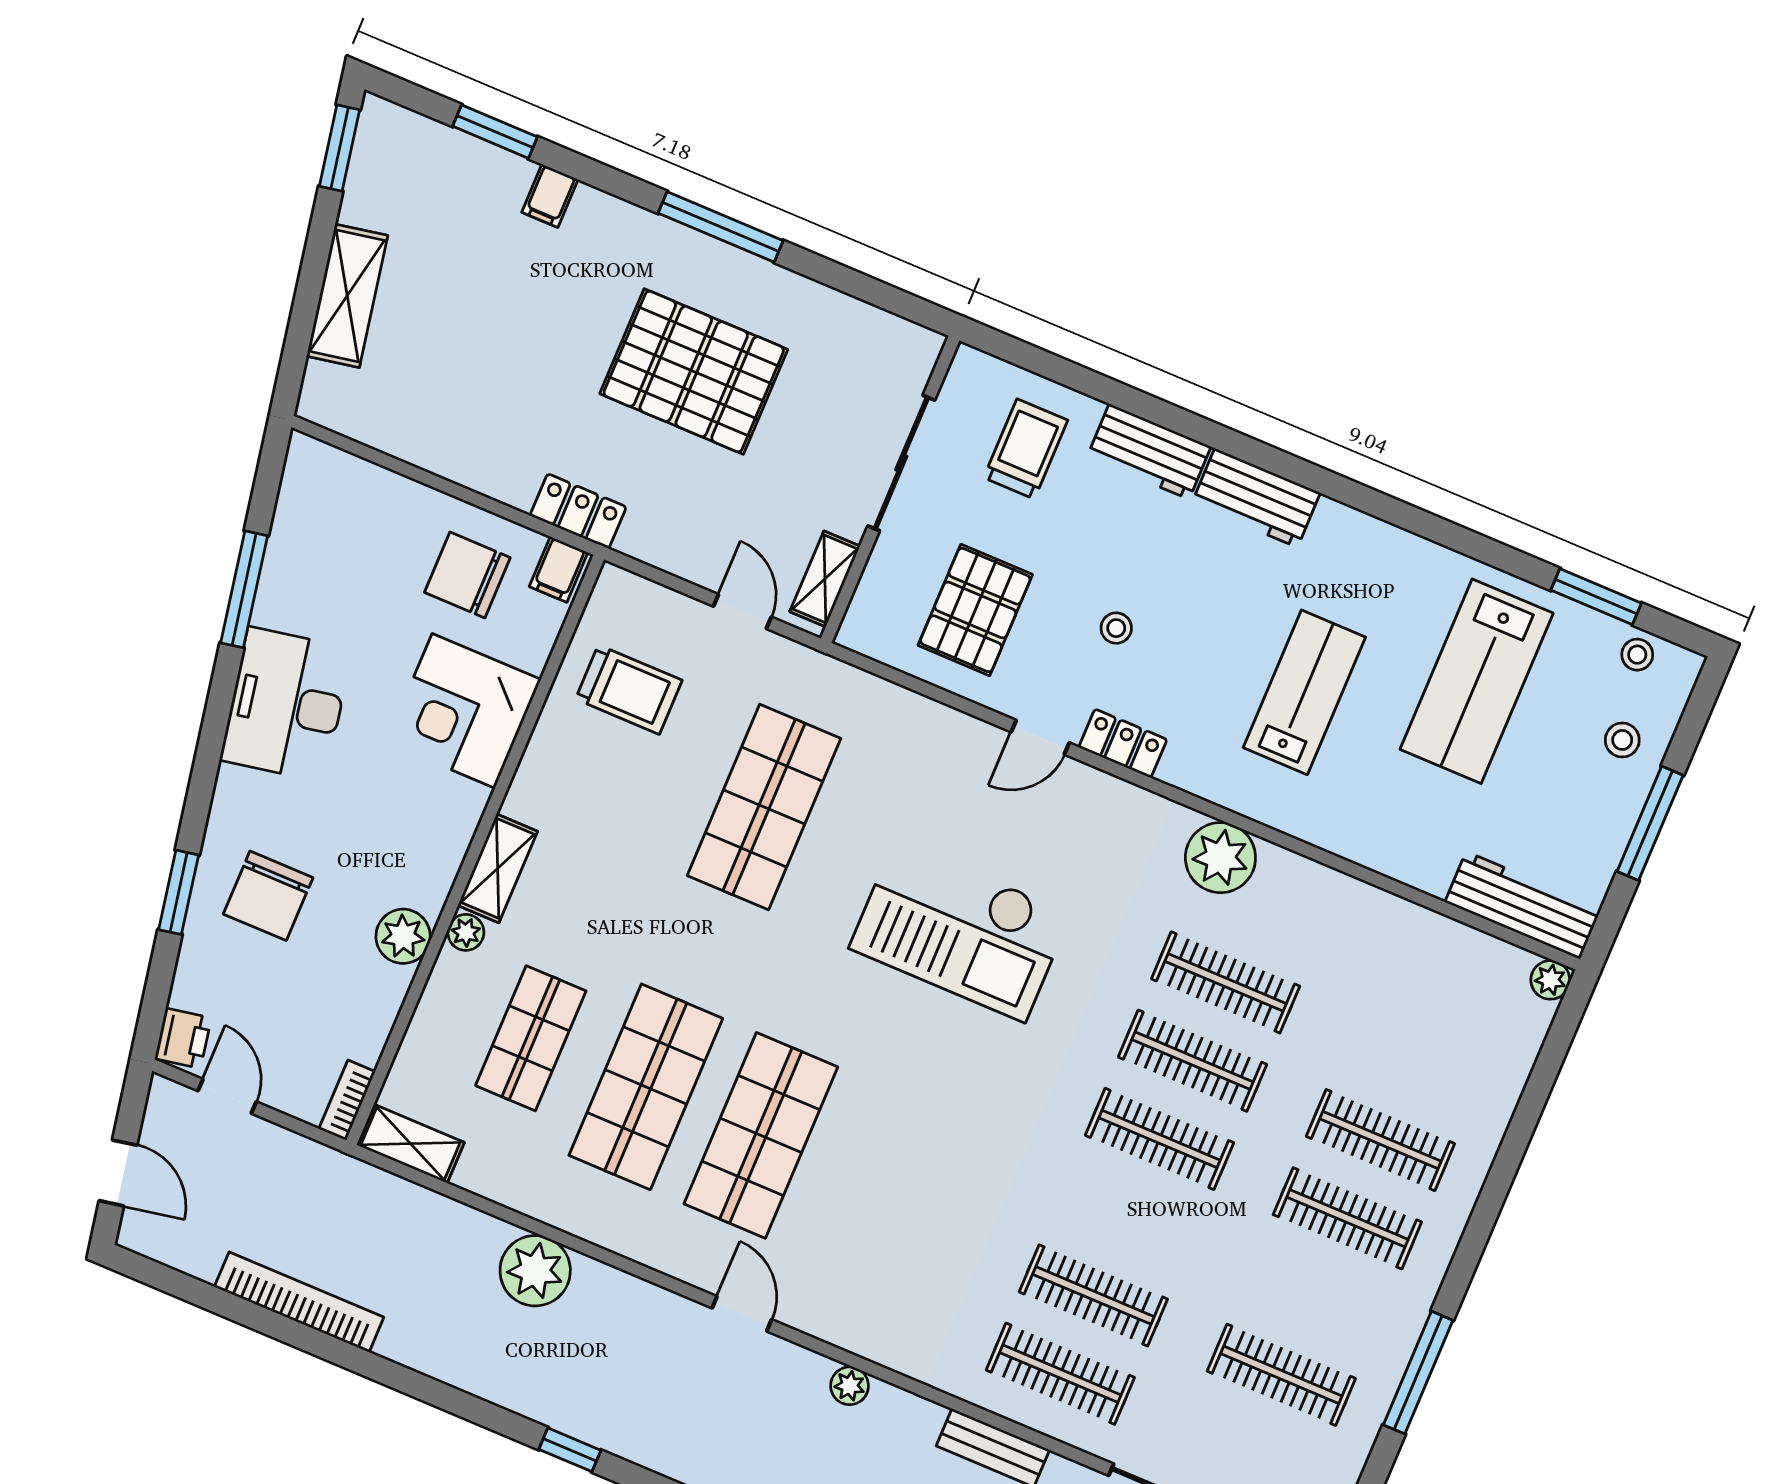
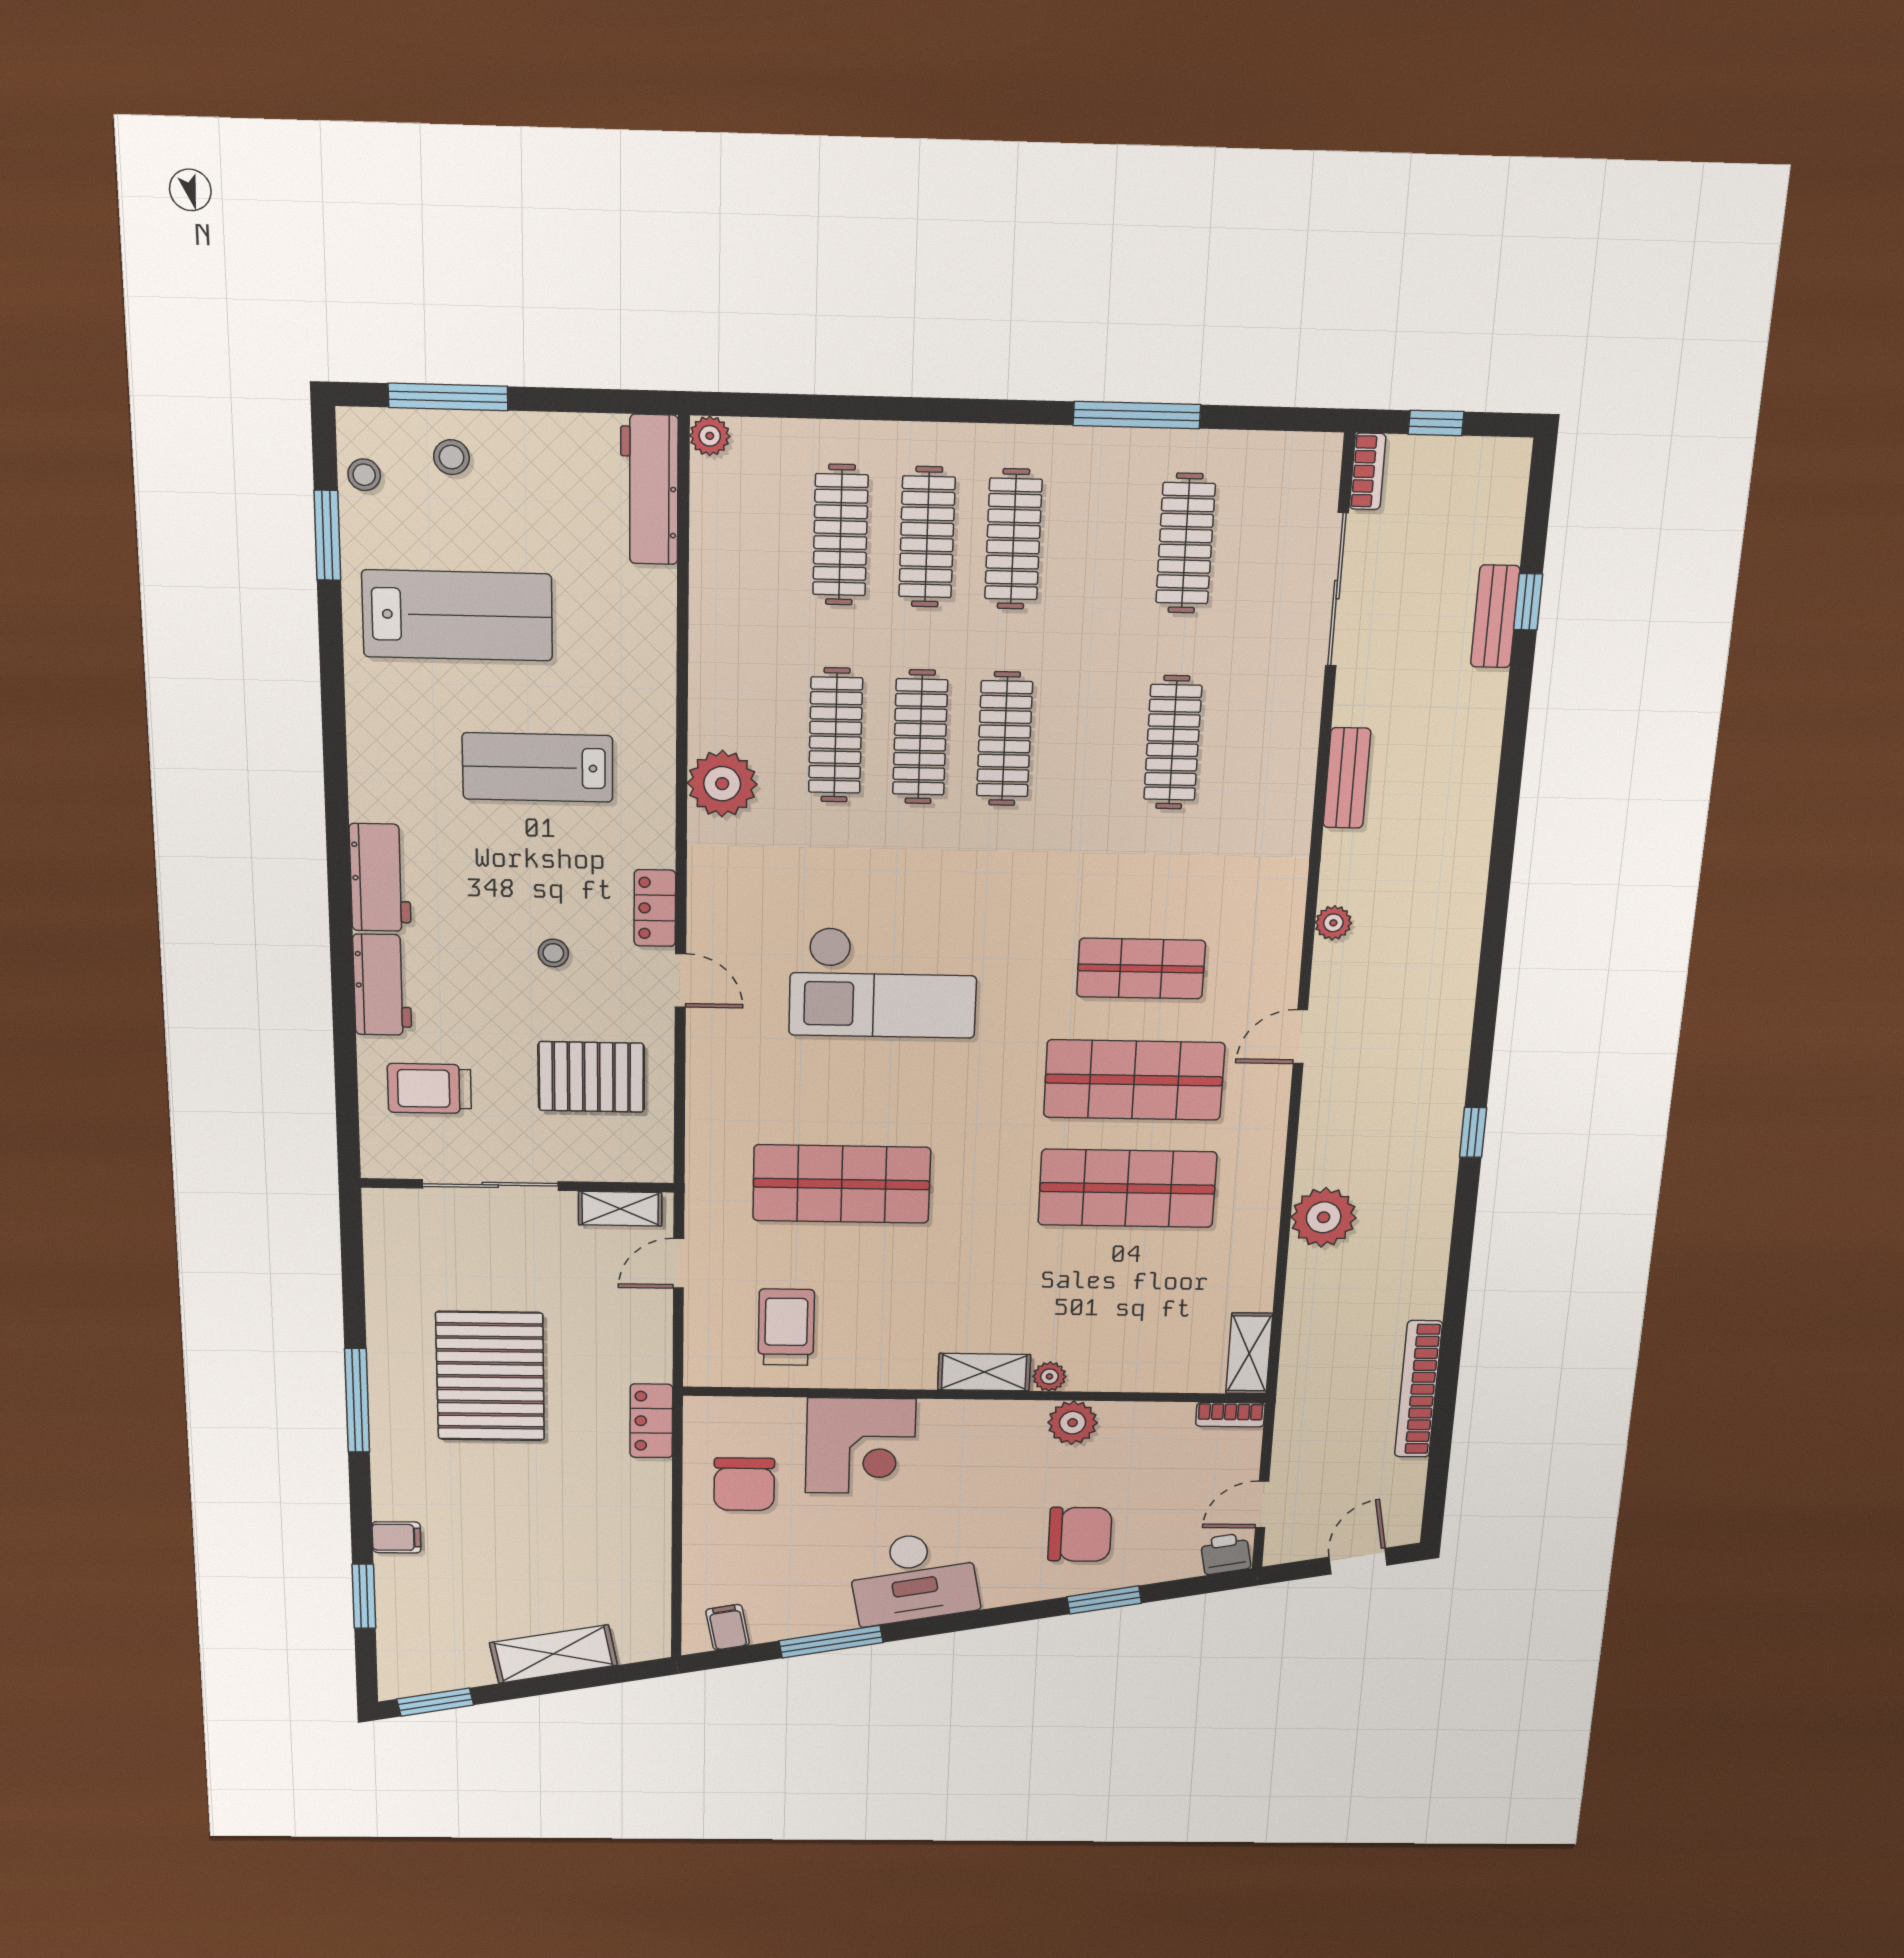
filing cabinet: (559, 569) -> (728, 1627), moved, turned -101
window: (1650, 823) -> (448, 397), moved
checkout: (960, 931) -> (883, 983), turned 90
shop shelf: (531, 1038) -> (1141, 969), moved
clothes rail: (1060, 1374) -> (840, 535), moved

